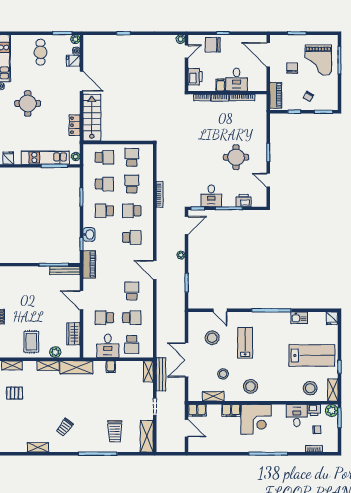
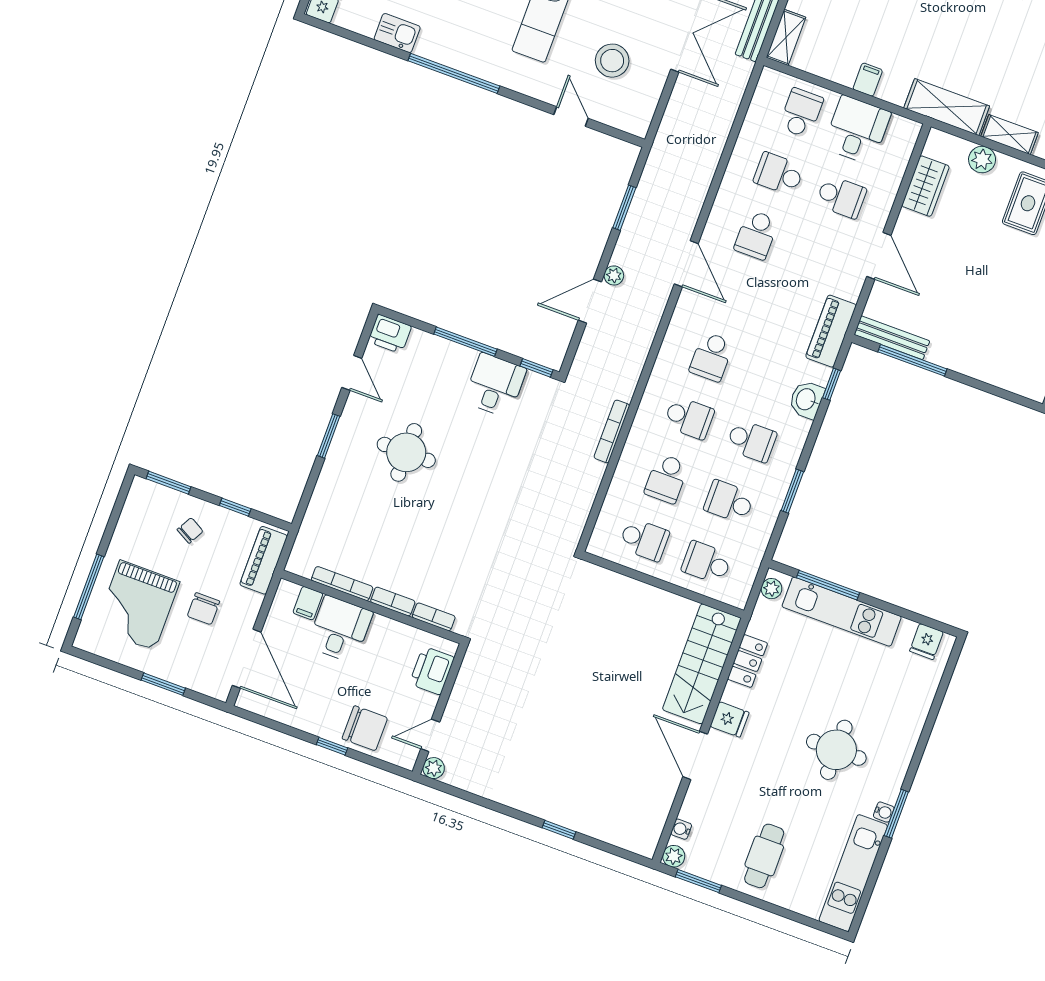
grand piano: (318, 60) -> (137, 605), turned 180
fridge: (73, 61) -> (730, 719), moved
filing cabinet: (220, 85) -> (308, 603), moved
school desk: (132, 157) -> (644, 540), turned -90
printer: (244, 201) -> (390, 334), moved
door: (187, 225) -> (590, 301), moved
school desk: (132, 237) -> (711, 357), turned -90

